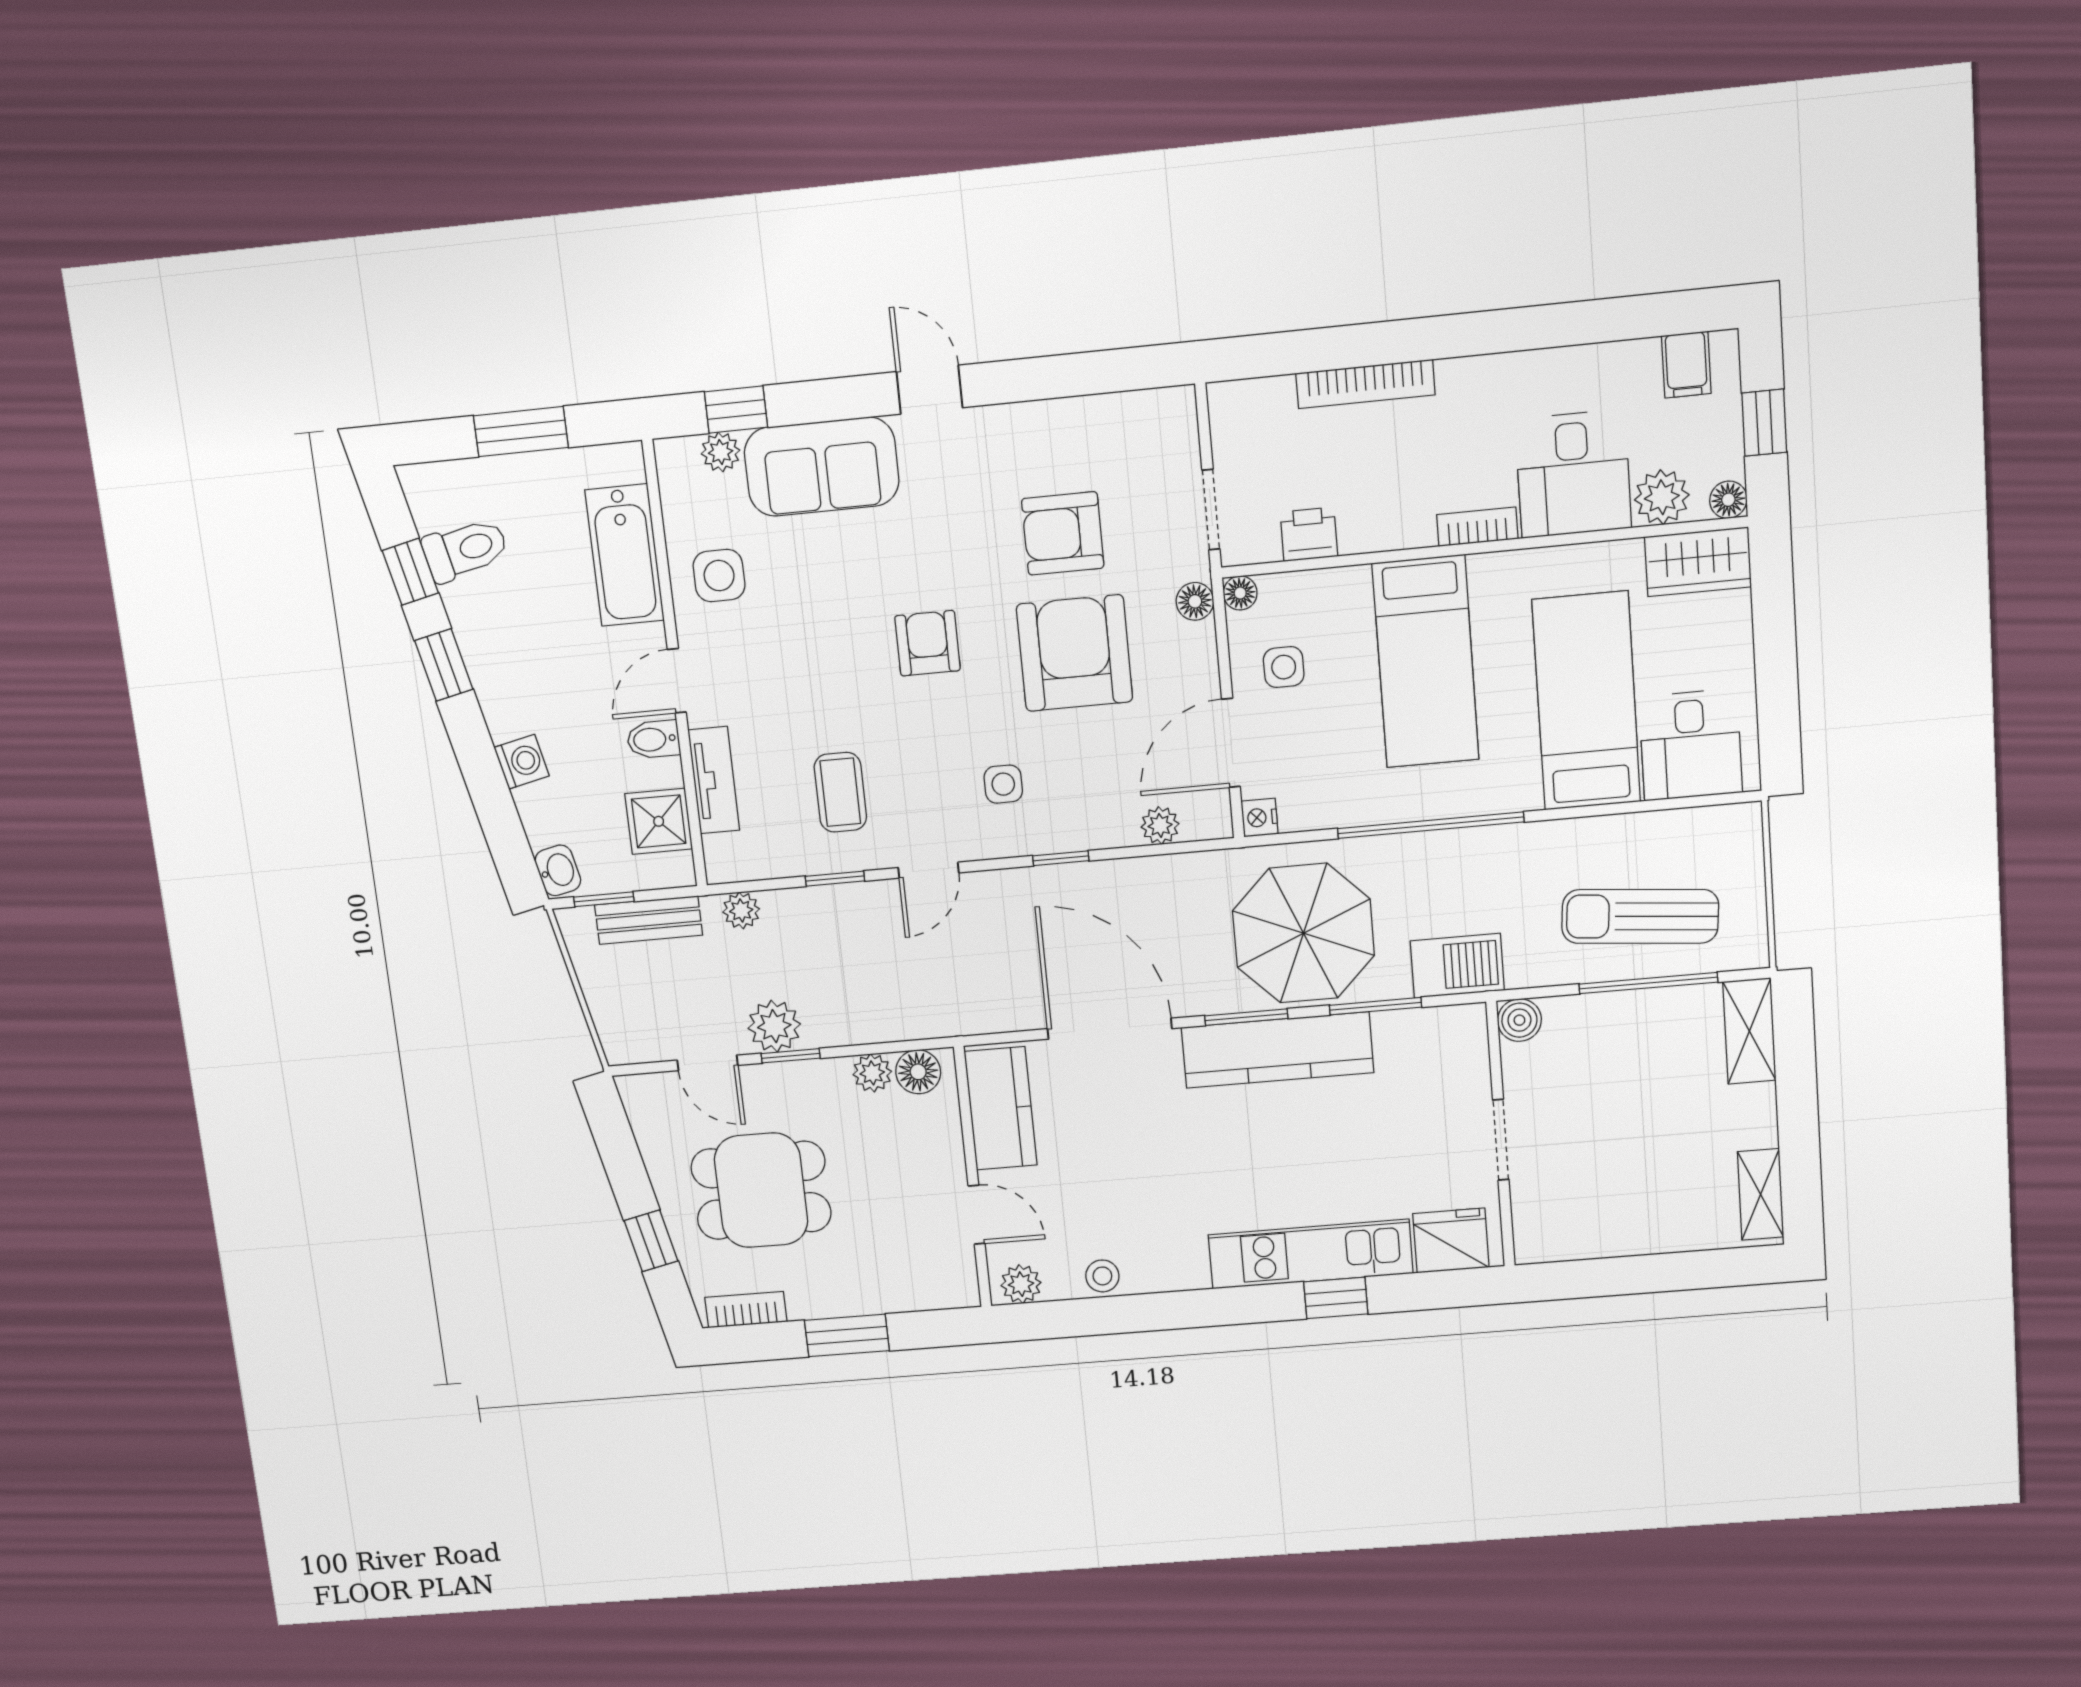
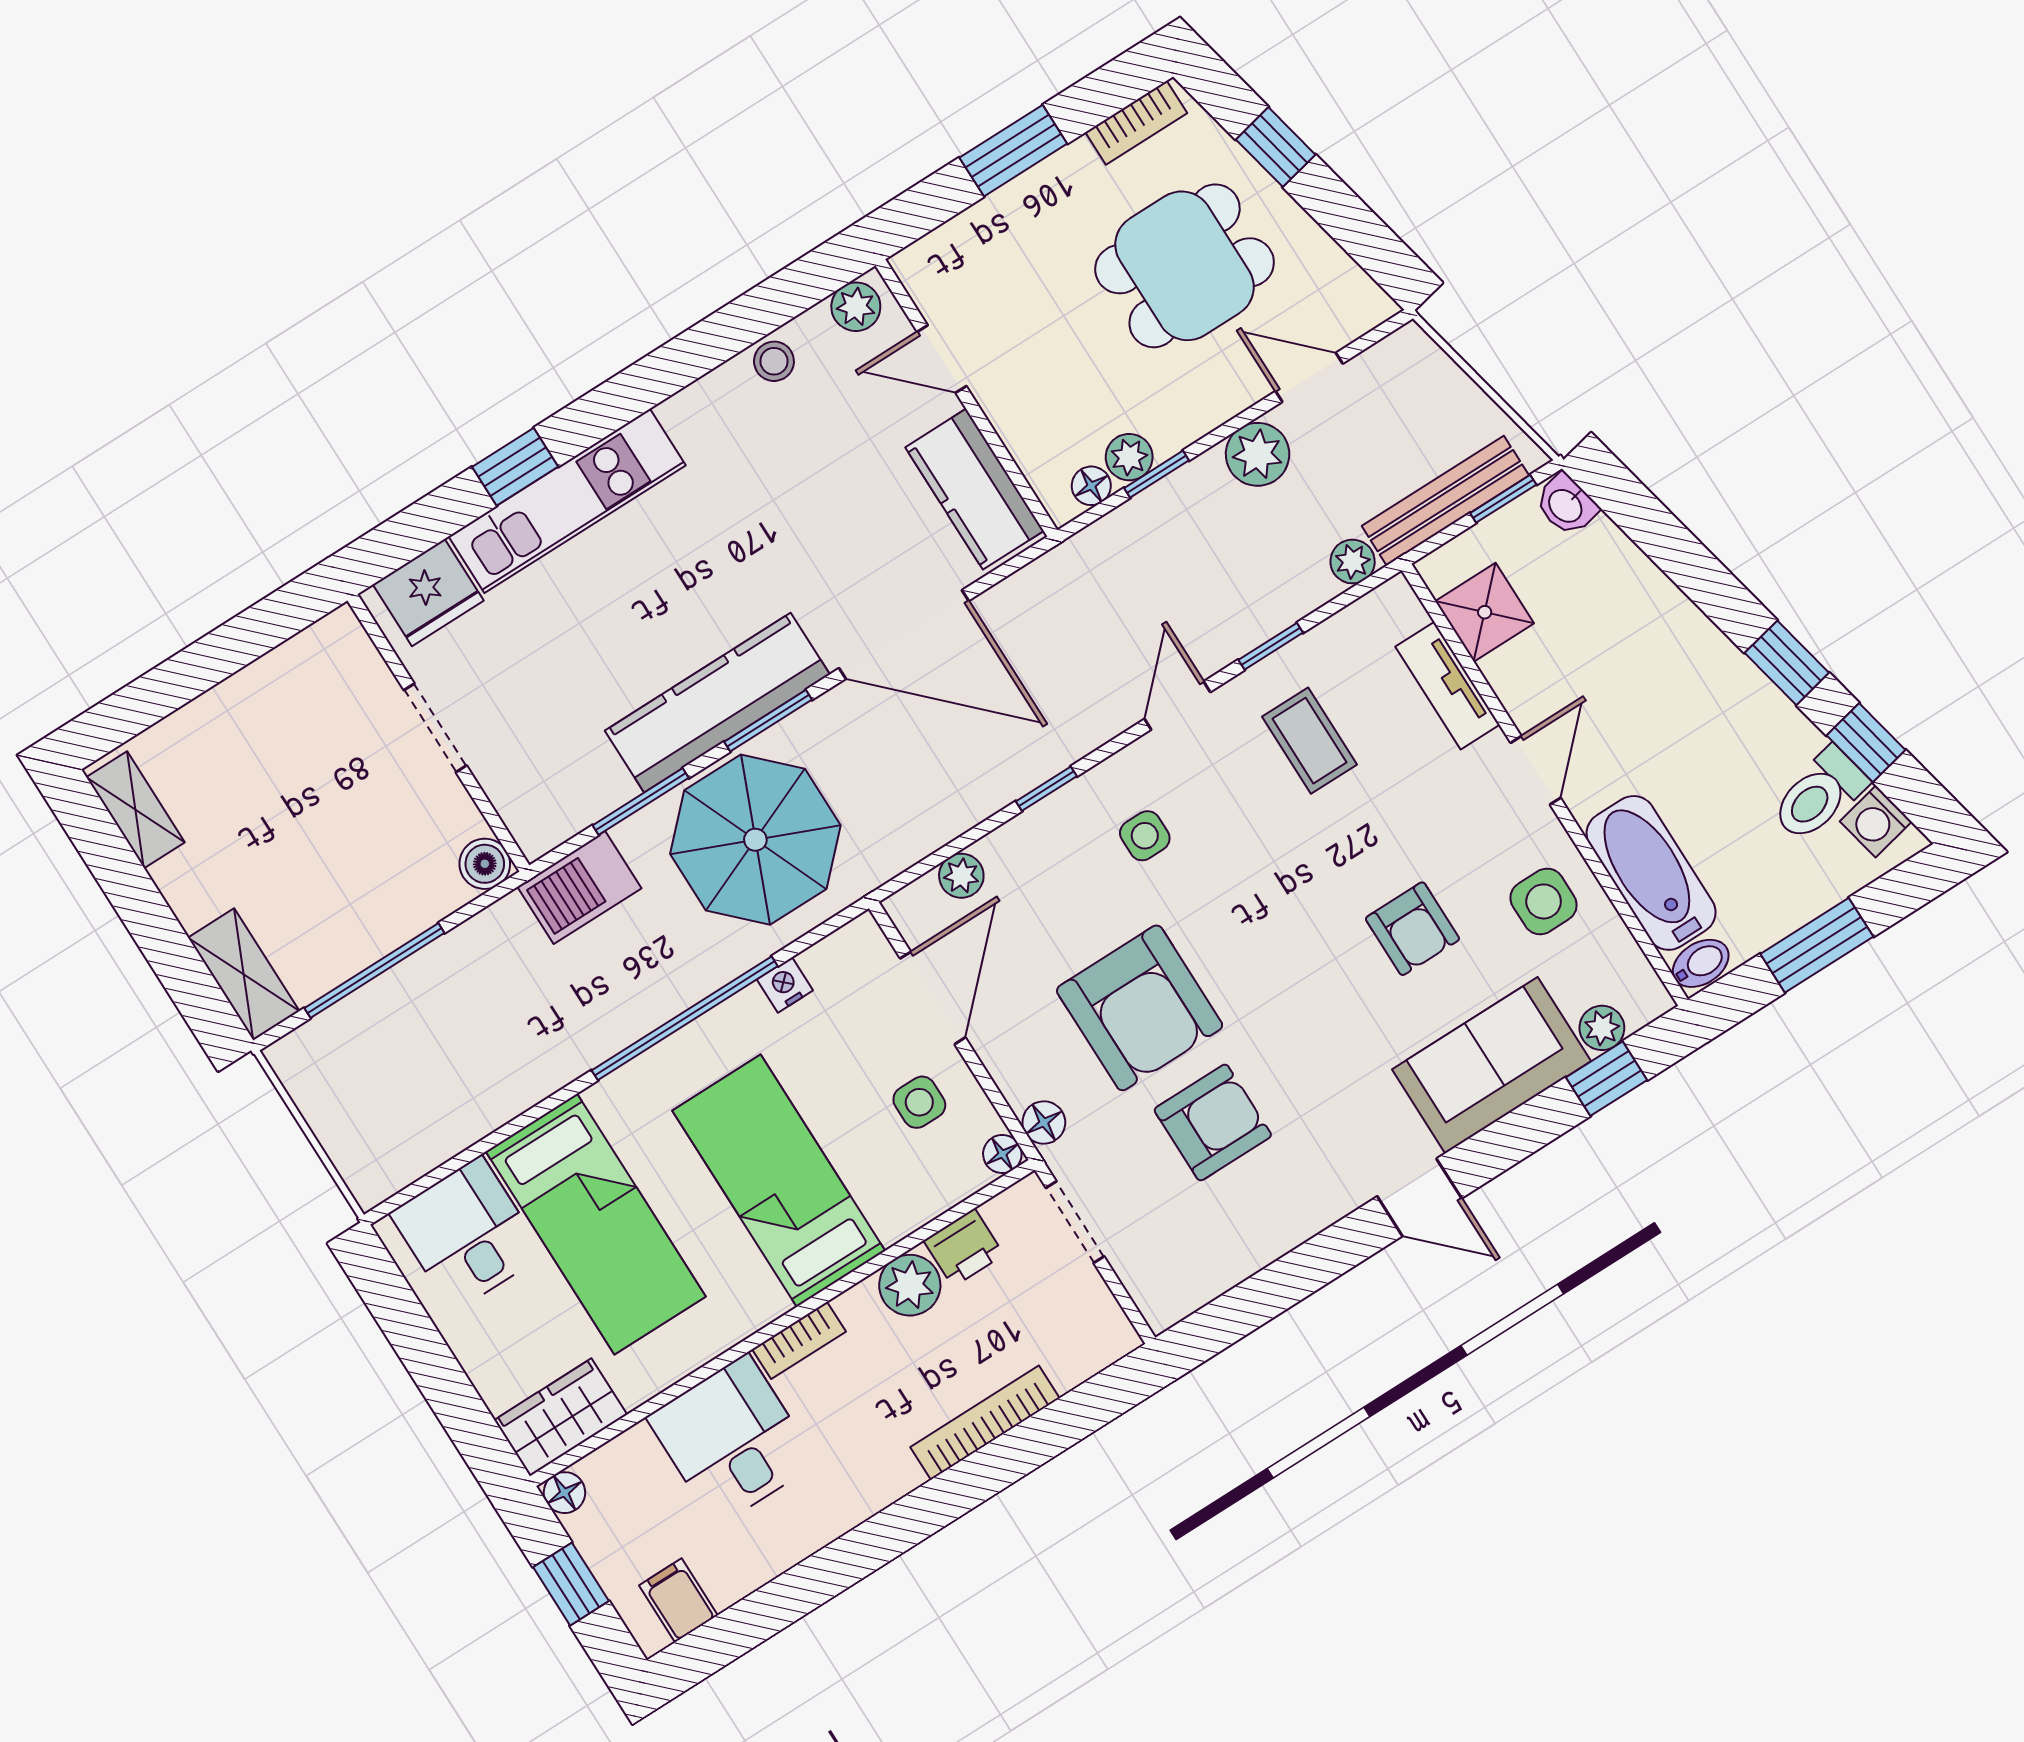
plant: (1662, 497) -> (910, 1285), moved
armchair: (928, 643) -> (1412, 929), moved
bidet: (653, 739) -> (1701, 963), moved
washing machine: (522, 762) -> (1876, 821), moved
nightstand: (1260, 818) -> (785, 985), moved, turned -90
sun lounger: (1640, 916) -> (421, 1035), removed
bench: (649, 920) -> (1445, 501), width x1.36
window: (791, 1056) -> (1156, 474), moved
floor lamp: (918, 1072) -> (1091, 486), width x0.73, depth x0.73

